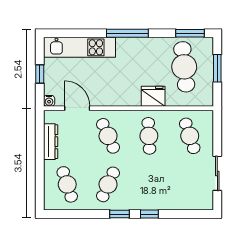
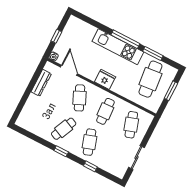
window: (190, 33) -> (153, 53), moved
kitchen unit: (79, 47) -> (118, 47), moved
fridge: (153, 96) -> (105, 79), moved
cafe table: (67, 184) -> (90, 142), moved
window: (149, 214) -> (90, 166), moved

